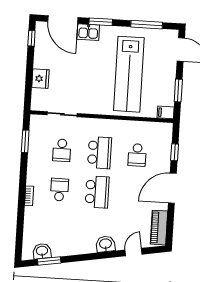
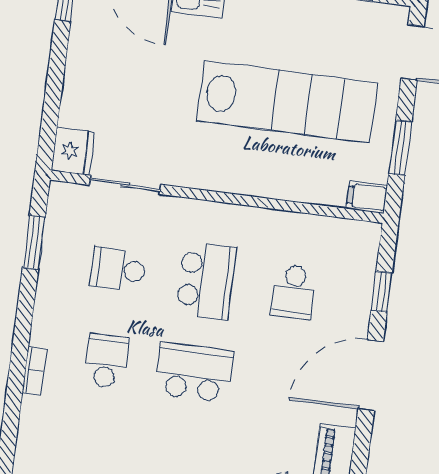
lab bench: (129, 74) -> (287, 102), turned -90
fridge: (40, 79) -> (73, 151), moved
school desk: (62, 150) -> (118, 269), turned 90
school desk: (97, 192) -> (194, 372), turned -90

